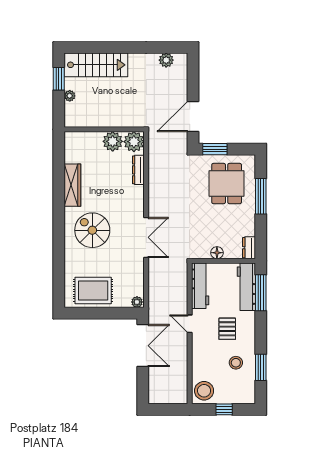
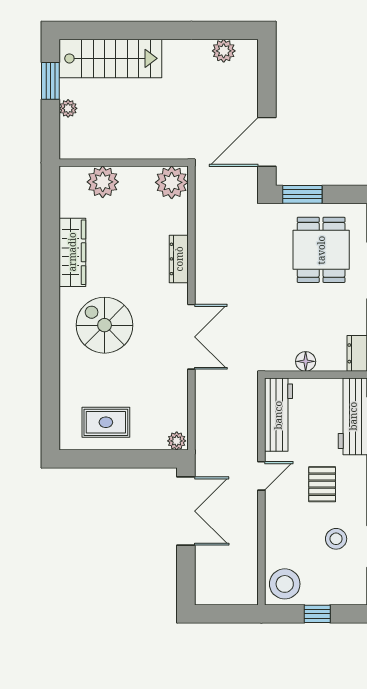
plant: (113, 141) -> (103, 182), moved
dresser: (138, 170) -> (179, 259), moved
rug: (93, 290) -> (106, 422), width x0.73, depth x0.70
door: (190, 324) -> (261, 476), swing flipped

